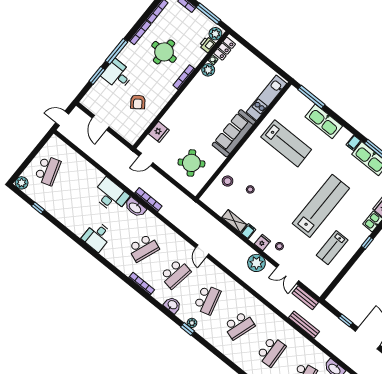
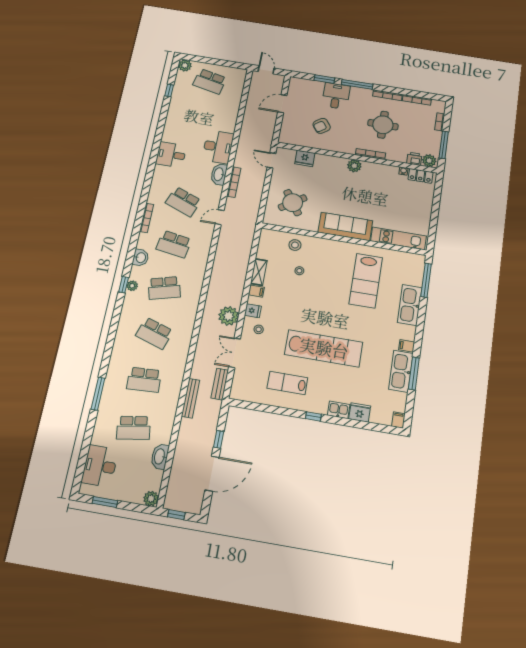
plant: (208, 70) -> (354, 166), moved
school desk: (48, 170) -> (210, 81), turned 30
door: (202, 251) -> (220, 217), moved

